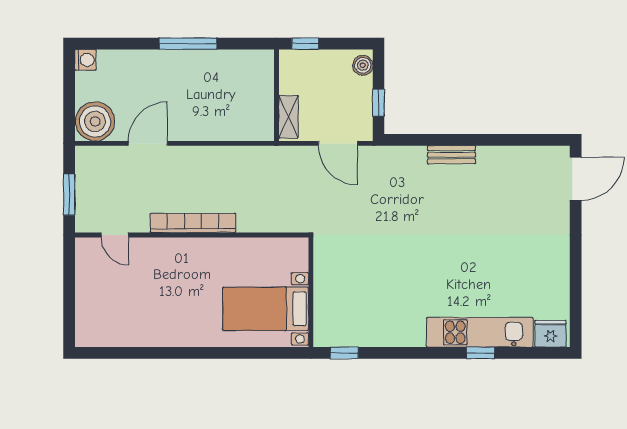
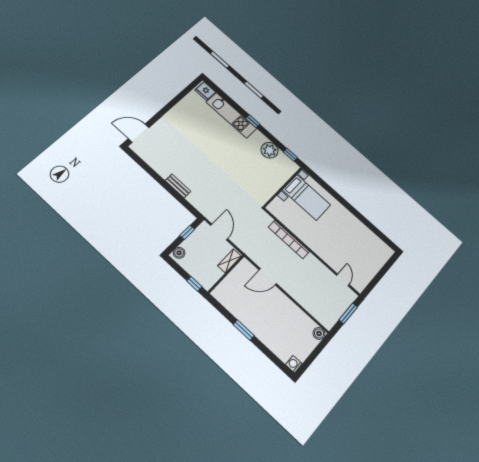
window: (188, 44) -> (244, 330), width x0.69
boiler: (95, 121) -> (319, 333), width x0.54, depth x0.54
door: (148, 143) -> (268, 277), moved
bookcase: (193, 223) -> (289, 239), moved
plant: (379, 331) -> (270, 150), added
window: (480, 353) -> (253, 121), moved

